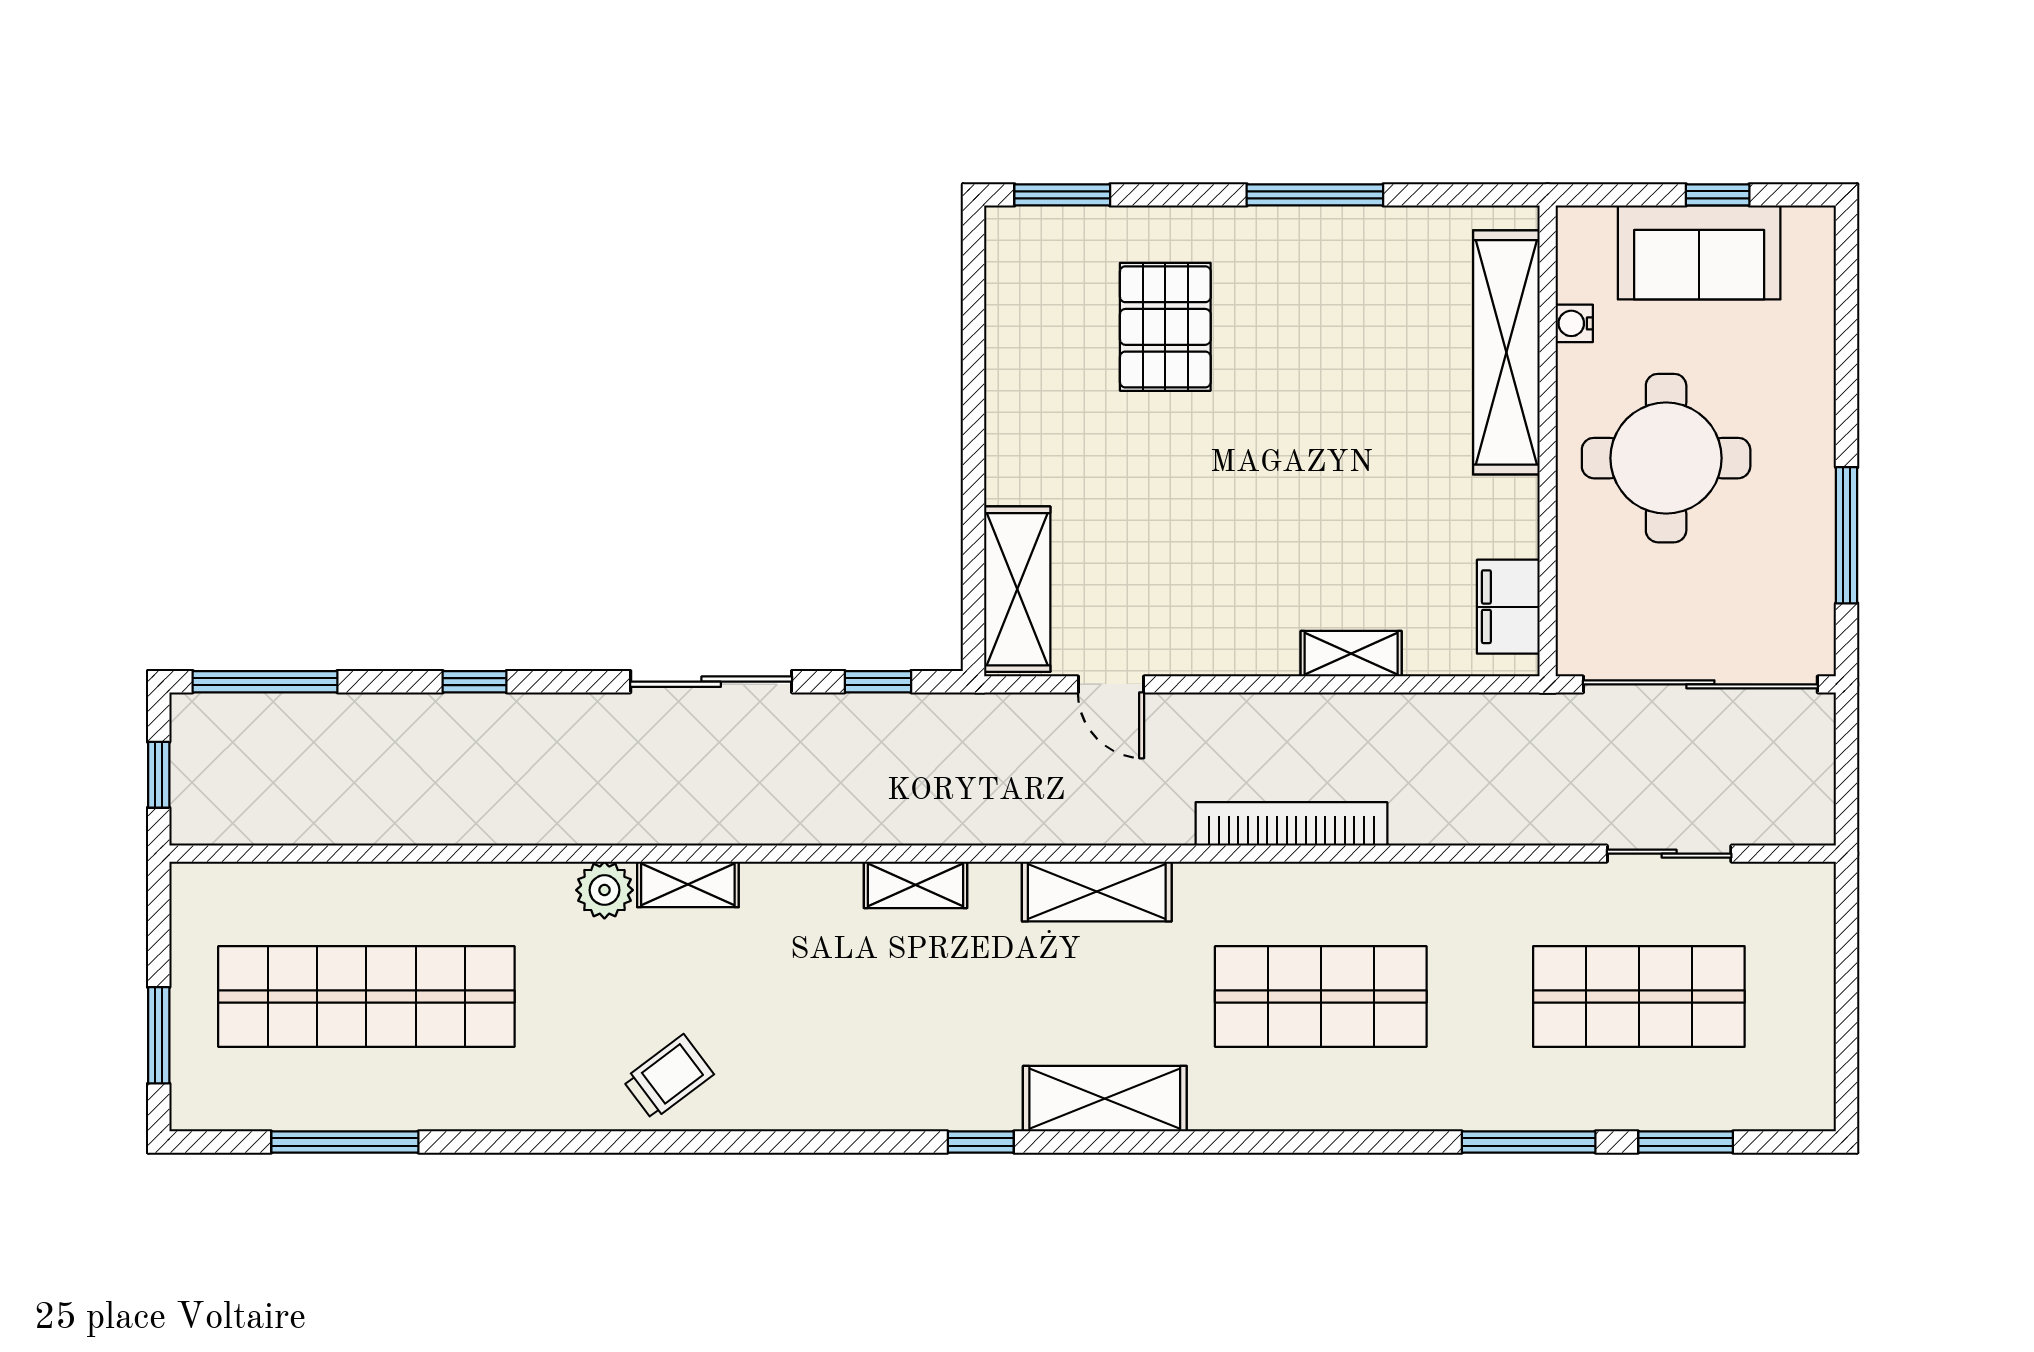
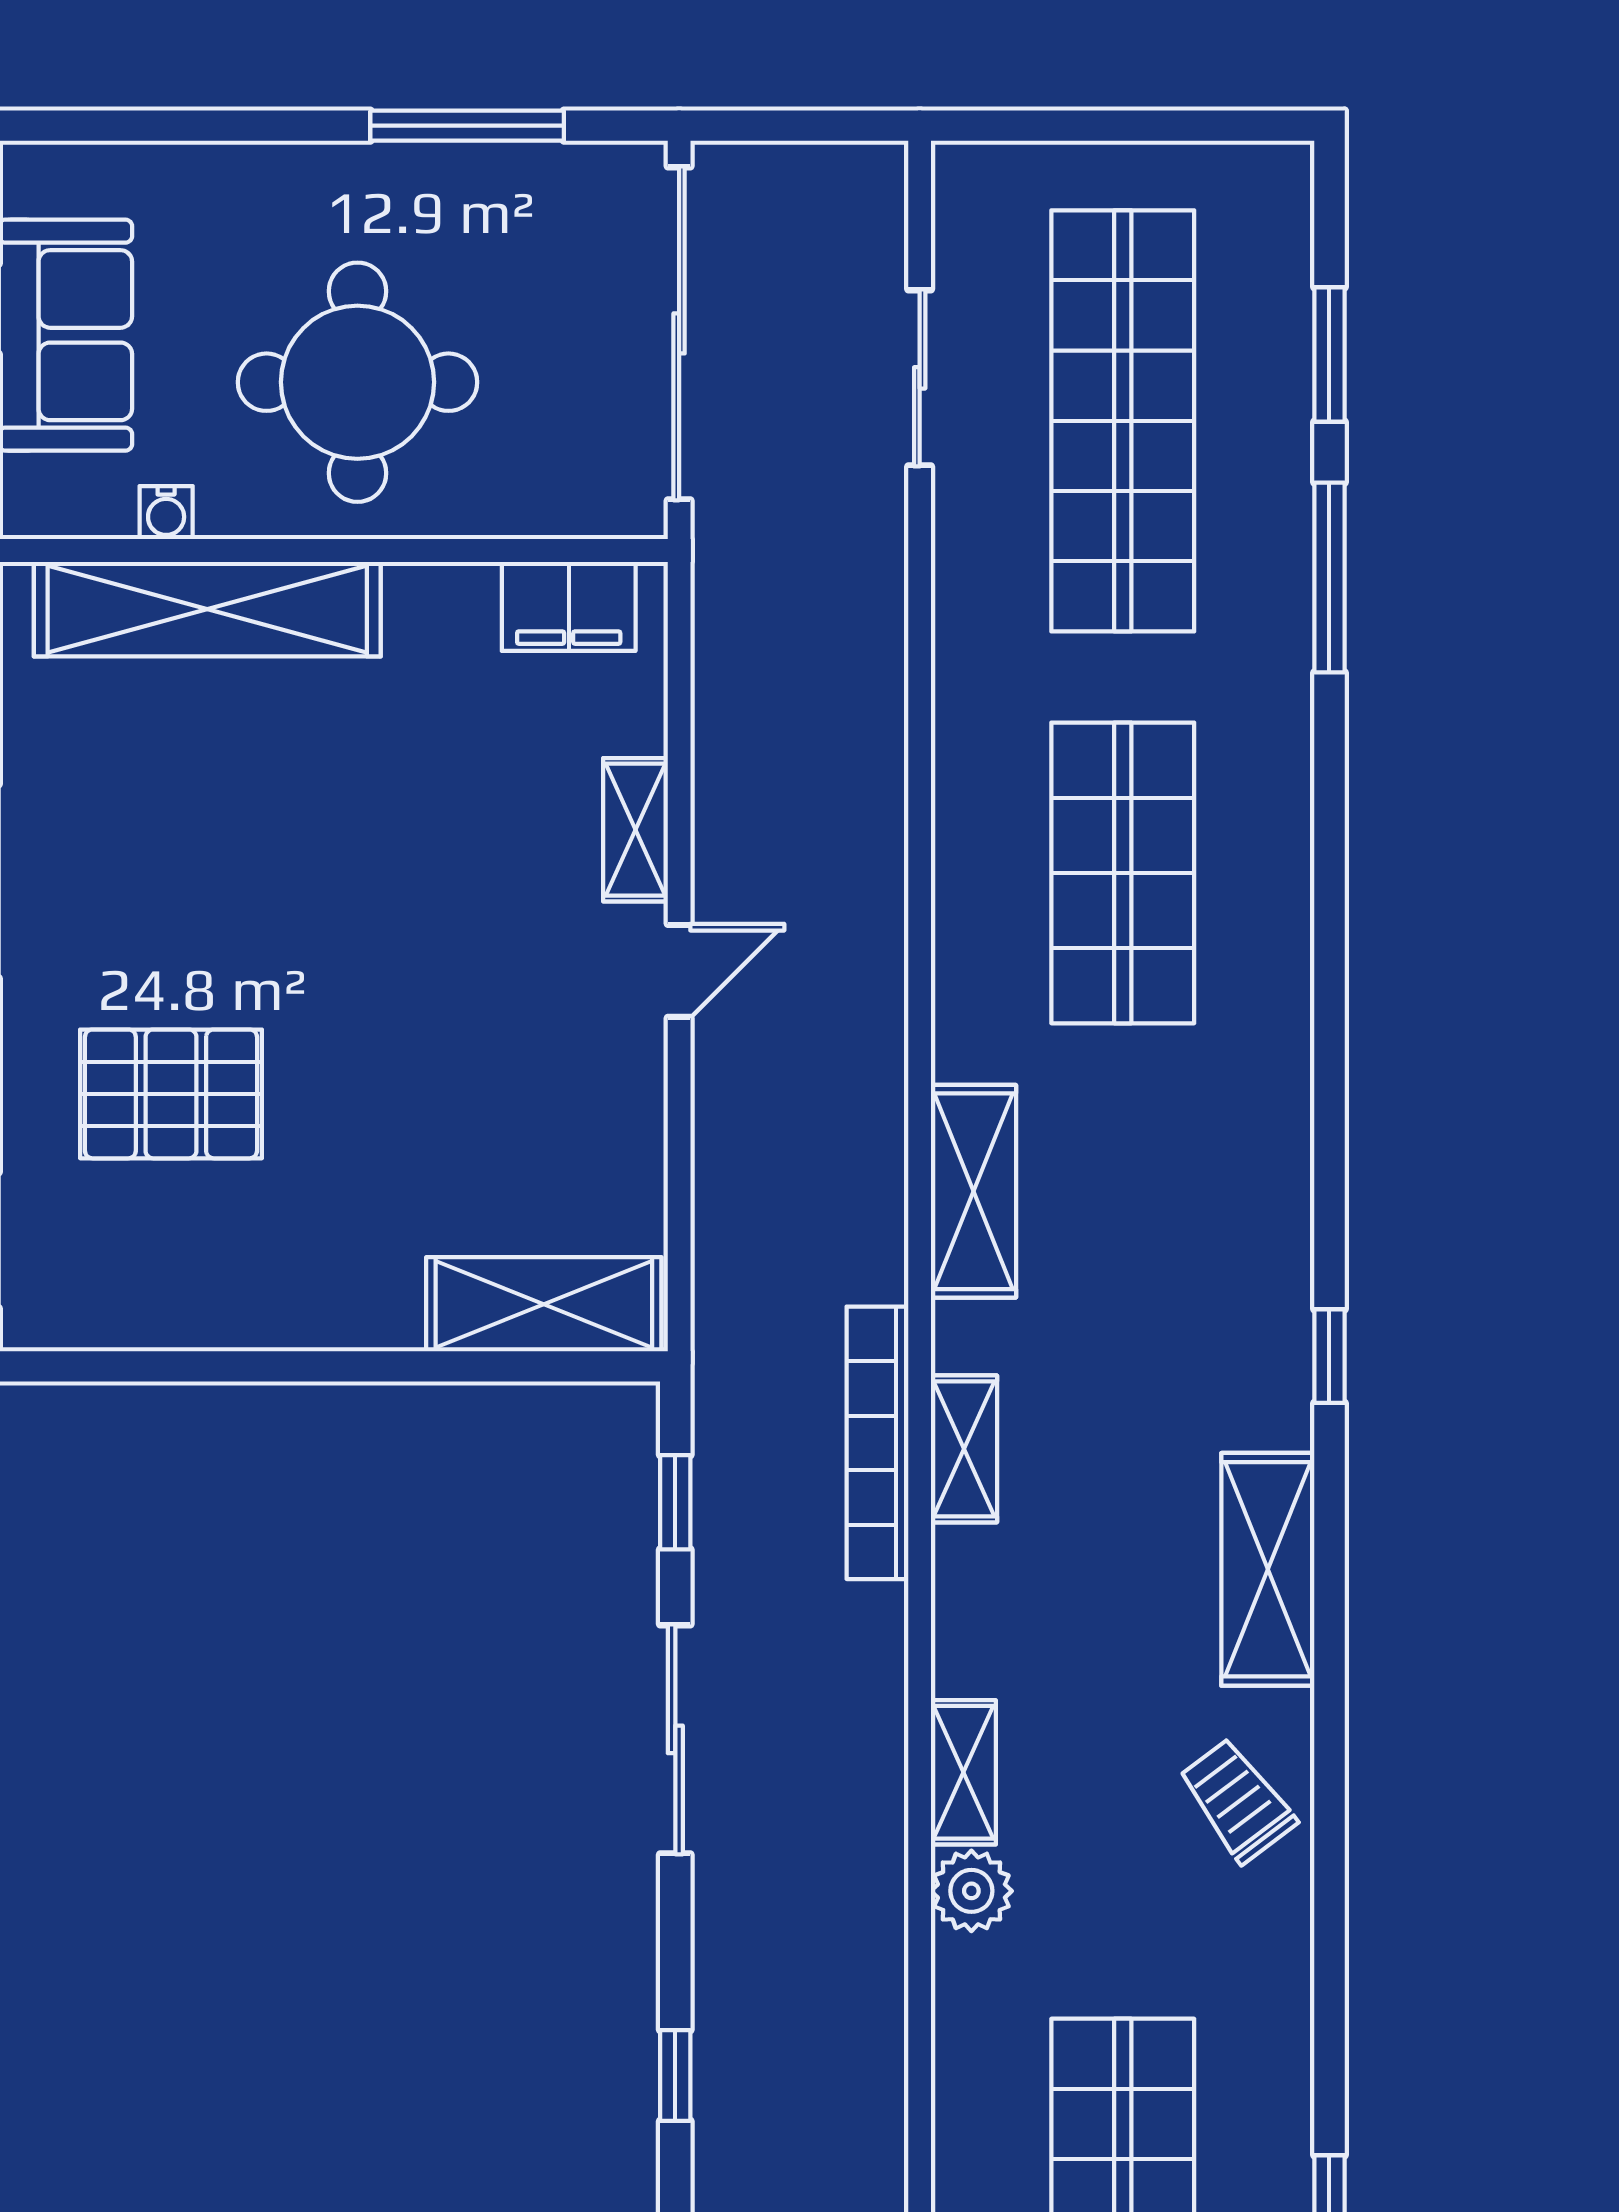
door: (1111, 684) -> (679, 971), moved
bookcase: (1291, 824) -> (877, 1443), moved
shop shelf: (1639, 996) -> (1123, 421), width x1.40
shelving: (1105, 1099) -> (1268, 1569), moved

